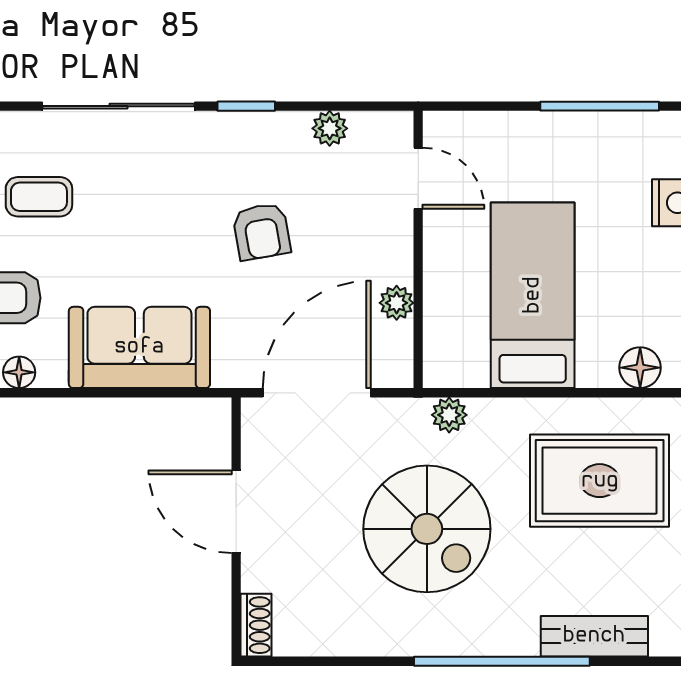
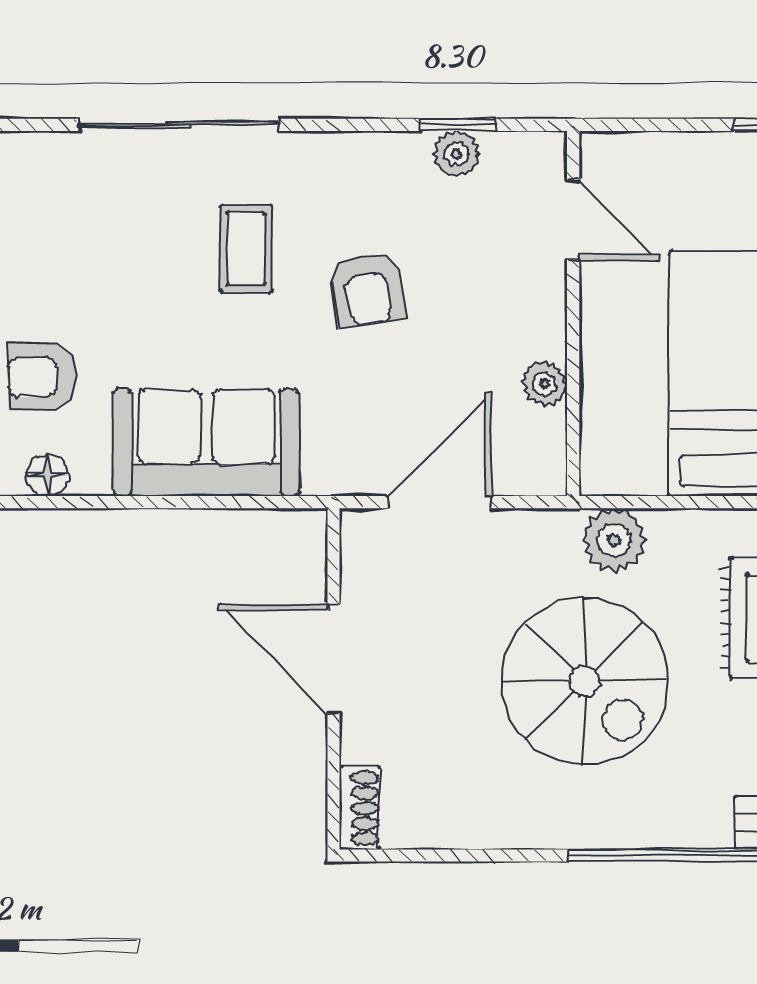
window: (246, 106) -> (458, 125), moved
coffee table: (39, 197) -> (246, 249), moved, turned 90
door: (317, 393) -> (440, 502), width x0.73
plant: (449, 415) -> (614, 540), width x1.38, depth x1.38

